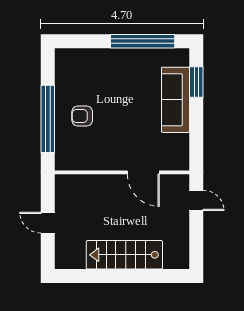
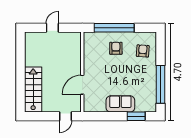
armchair: (87, 71) -> (143, 51), added
sofa: (175, 100) -> (120, 104), width x0.73
stairs: (124, 255) -> (33, 90), moved

